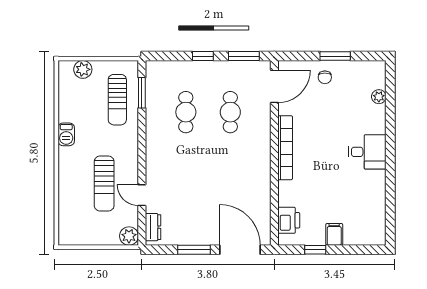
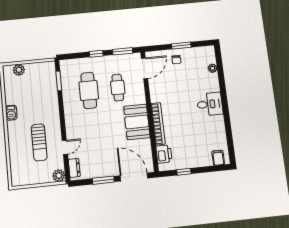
sun lounger: (117, 100) -> (43, 87), removed
cafe table: (186, 112) -> (89, 90), width x1.37, depth x1.35
bookcase: (285, 148) -> (158, 124), moved
booth: (254, 168) -> (137, 122), added
door: (142, 195) -> (65, 147), swing flipped
filing cabinet: (334, 234) -> (218, 158), moved

